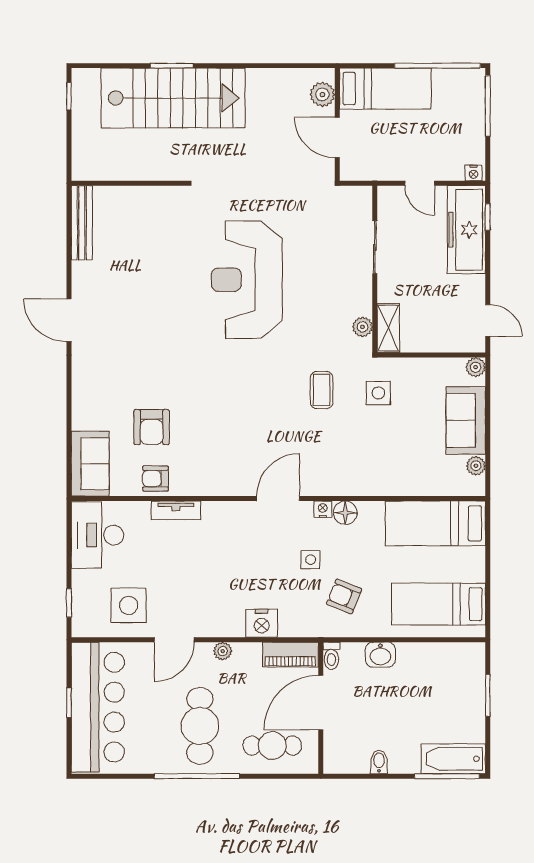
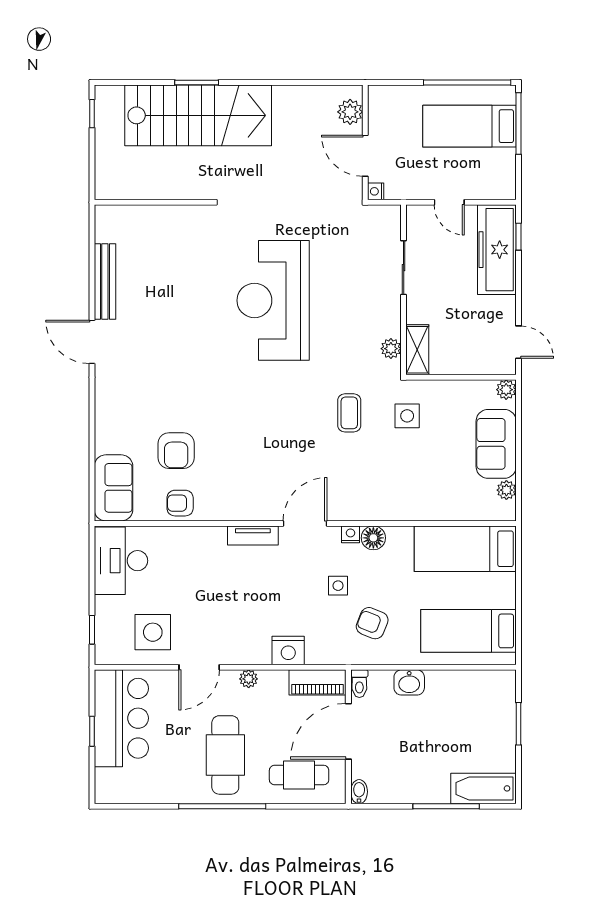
bed: (385, 89) -> (470, 126), moved, turned 180
nightstand: (473, 173) -> (376, 191), moved, turned 90
bench: (82, 223) -> (105, 281), moved
tv unit: (176, 510) -> (253, 535), moved
bar counter: (98, 707) -> (121, 718), width x0.73
bidet: (379, 762) -> (359, 792), moved
window: (447, 776) -> (446, 806), moved

